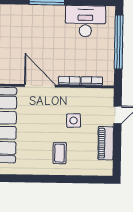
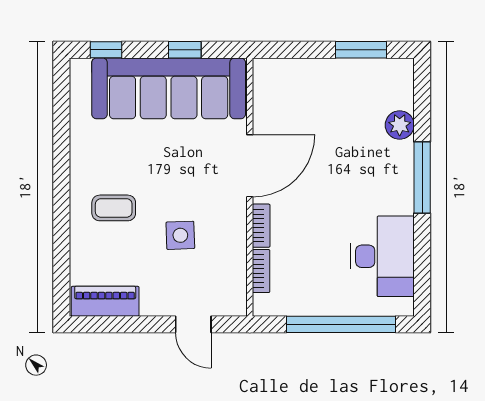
plant: (21, 12) -> (400, 125), added
piano: (106, 143) -> (105, 301), moved

